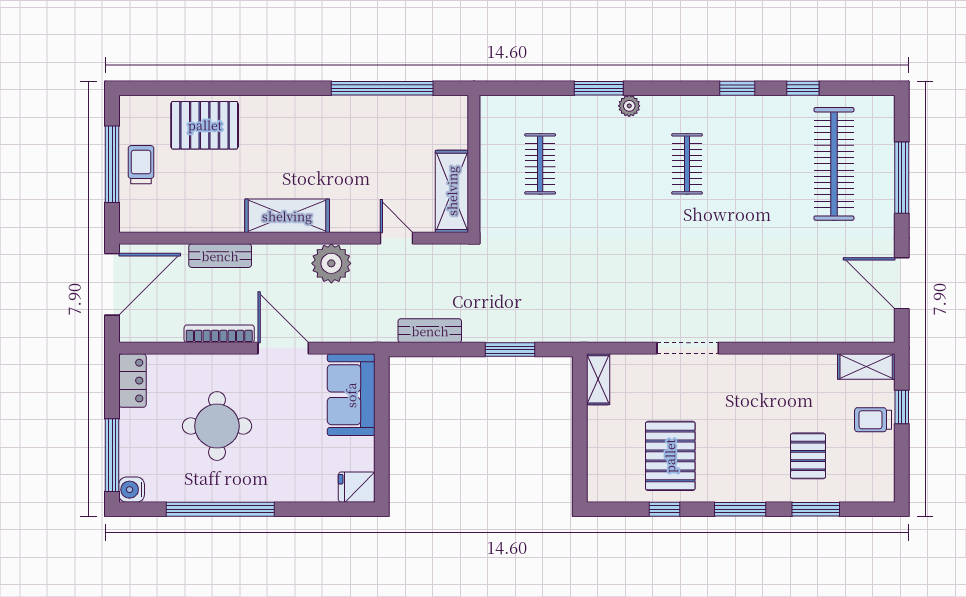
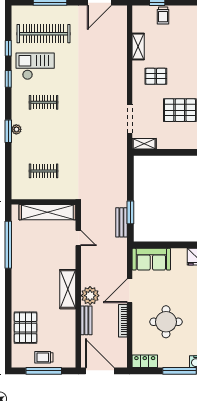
window: (599, 88) -> (8, 131), moved
checkout: (765, 146) -> (35, 66), added
shelving: (452, 191) -> (47, 212), width x1.47
door: (397, 238) -> (78, 238), swing flipped
plant: (331, 263) -> (90, 296), moved
doorway: (688, 348) -> (130, 119), moved
window: (510, 350) -> (130, 212), moved
shelving: (866, 367) -> (138, 47), moved
pallet: (808, 456) -> (156, 76), moved

